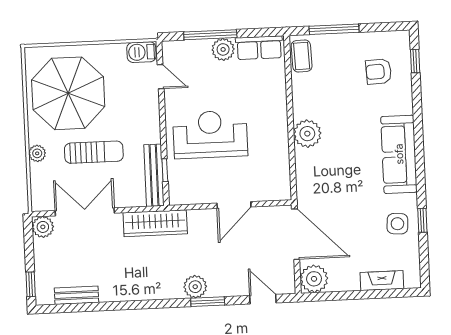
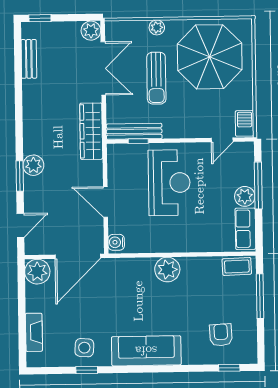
water cooler: (279, 192) -> (116, 242), added

